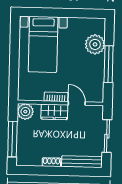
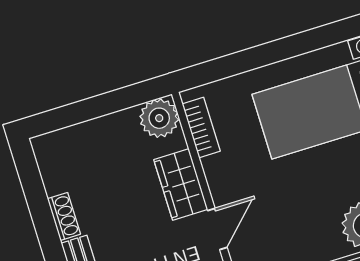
bookcase: (56, 97) -> (201, 128), moved
window: (12, 139) -> (87, 110), removed

